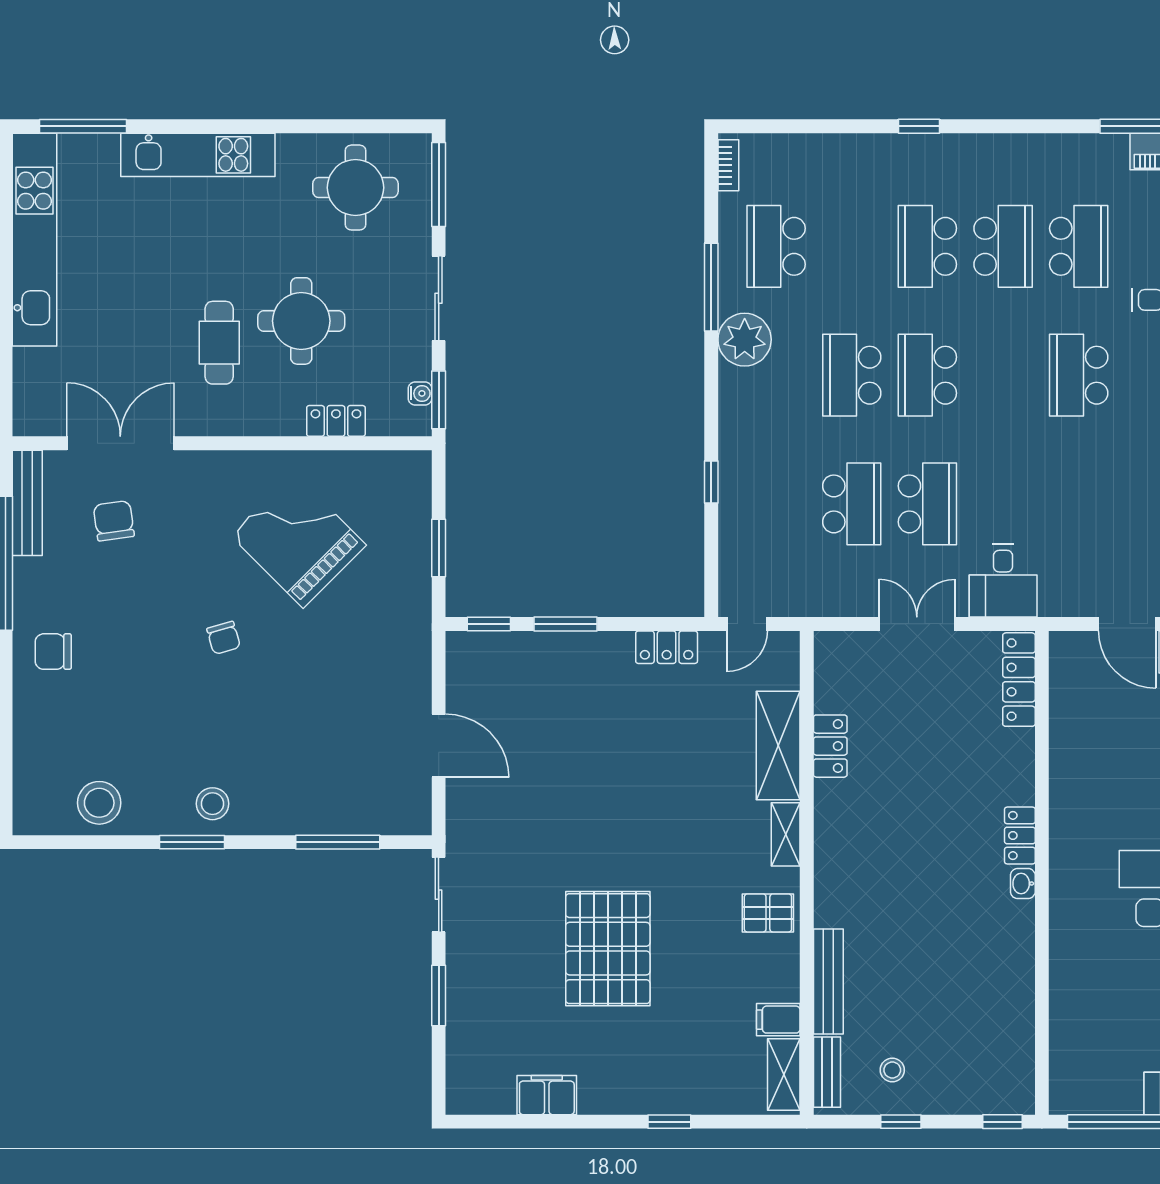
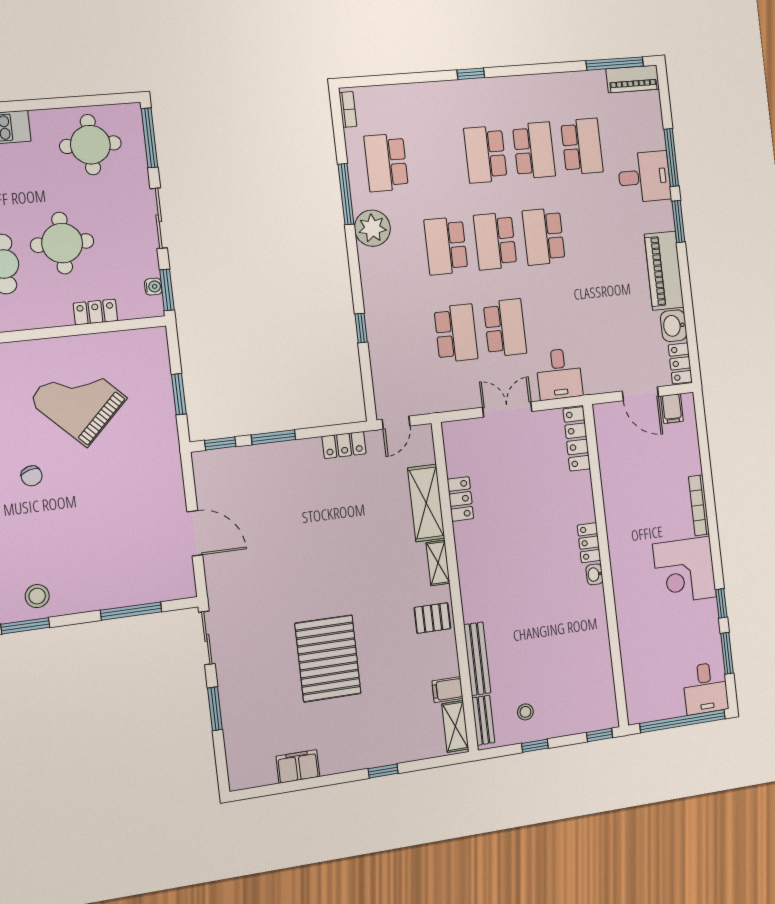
school desk: (1079, 375) -> (544, 237), moved

